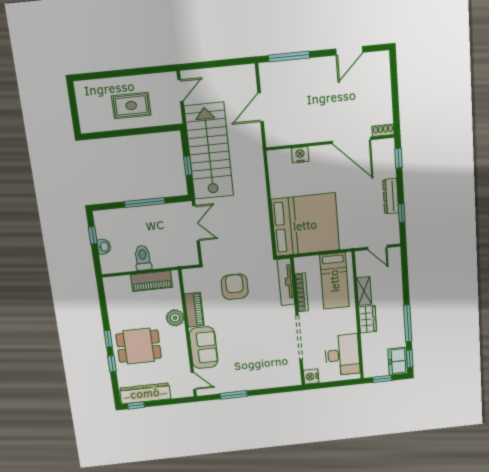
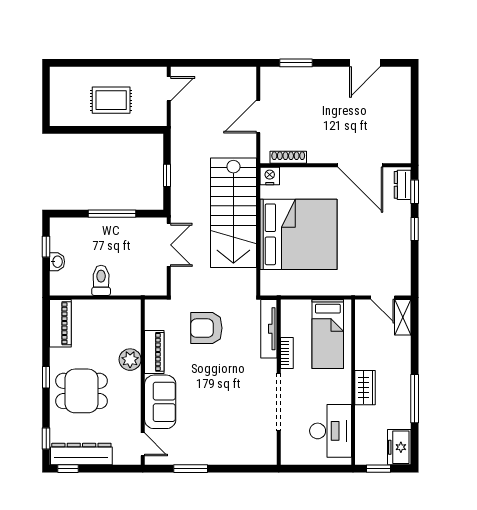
window: (289, 57) -> (296, 63), width x0.69
shoe rack: (383, 130) -> (288, 157), moved, width x1.43
stairs: (209, 151) -> (233, 213), moved, turned 180
nightstand: (300, 155) -> (270, 176), moved
dresser: (391, 196) -> (403, 185), moved, width x0.70
window: (402, 213) -> (415, 229), moved
bed: (305, 225) -> (298, 234), moved
piano: (152, 281) -> (60, 323), moved, turned -90
armchair: (235, 287) -> (206, 328), turned -90
shelving: (364, 291) -> (403, 317), moved
bookcase: (302, 292) -> (287, 353), width x0.64
window: (410, 359) -> (415, 446), removed
window: (112, 364) -> (46, 439), moved
nightstand: (311, 377) -> (289, 455), removed

